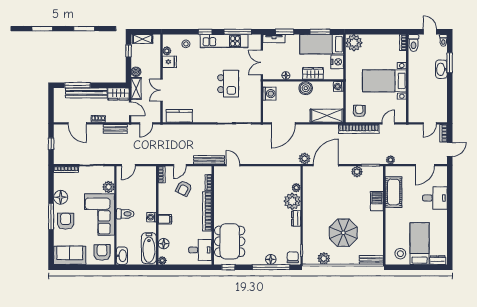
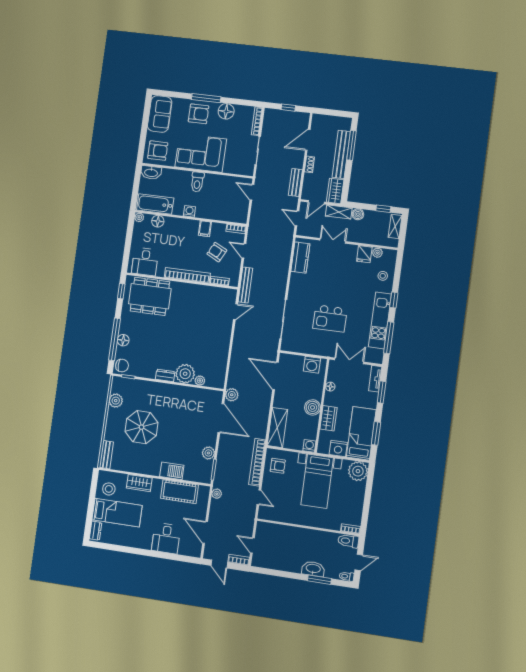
bed with nightstands: (384, 81) -> (317, 481), moved, turned 180
plant: (108, 187) -> (230, 167), removed
filing cabinet: (165, 219) -> (205, 229), moved
wardrobe: (391, 228) -> (139, 483), added

